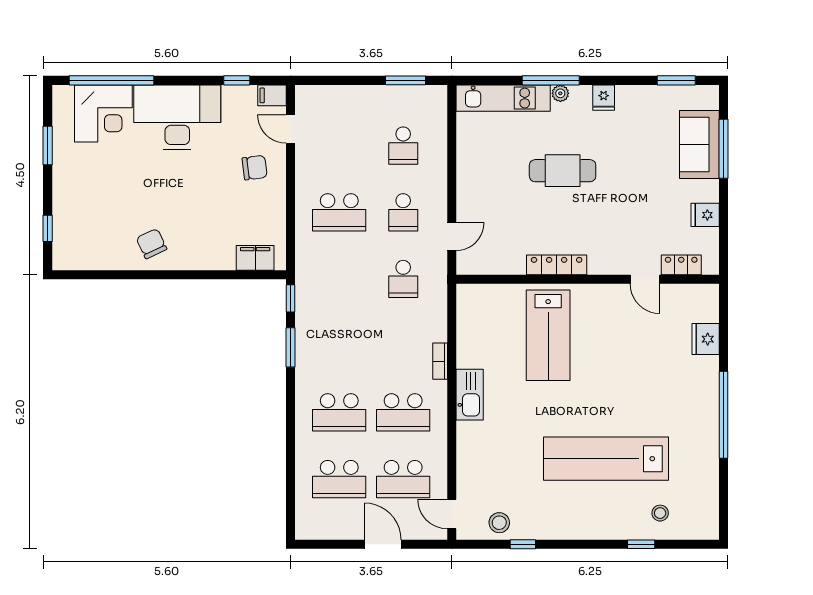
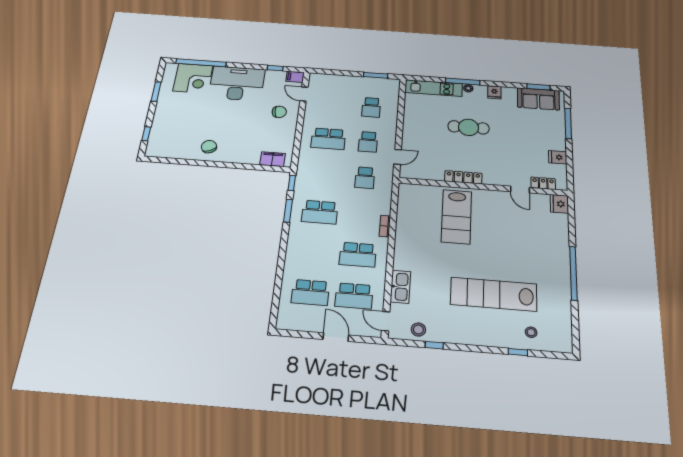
sofa: (699, 144) -> (538, 99), moved, turned -90
fridge: (706, 339) -> (559, 204), moved
kitchen sink: (470, 395) -> (400, 287), moved
school desk: (339, 412) -> (320, 212), moved

